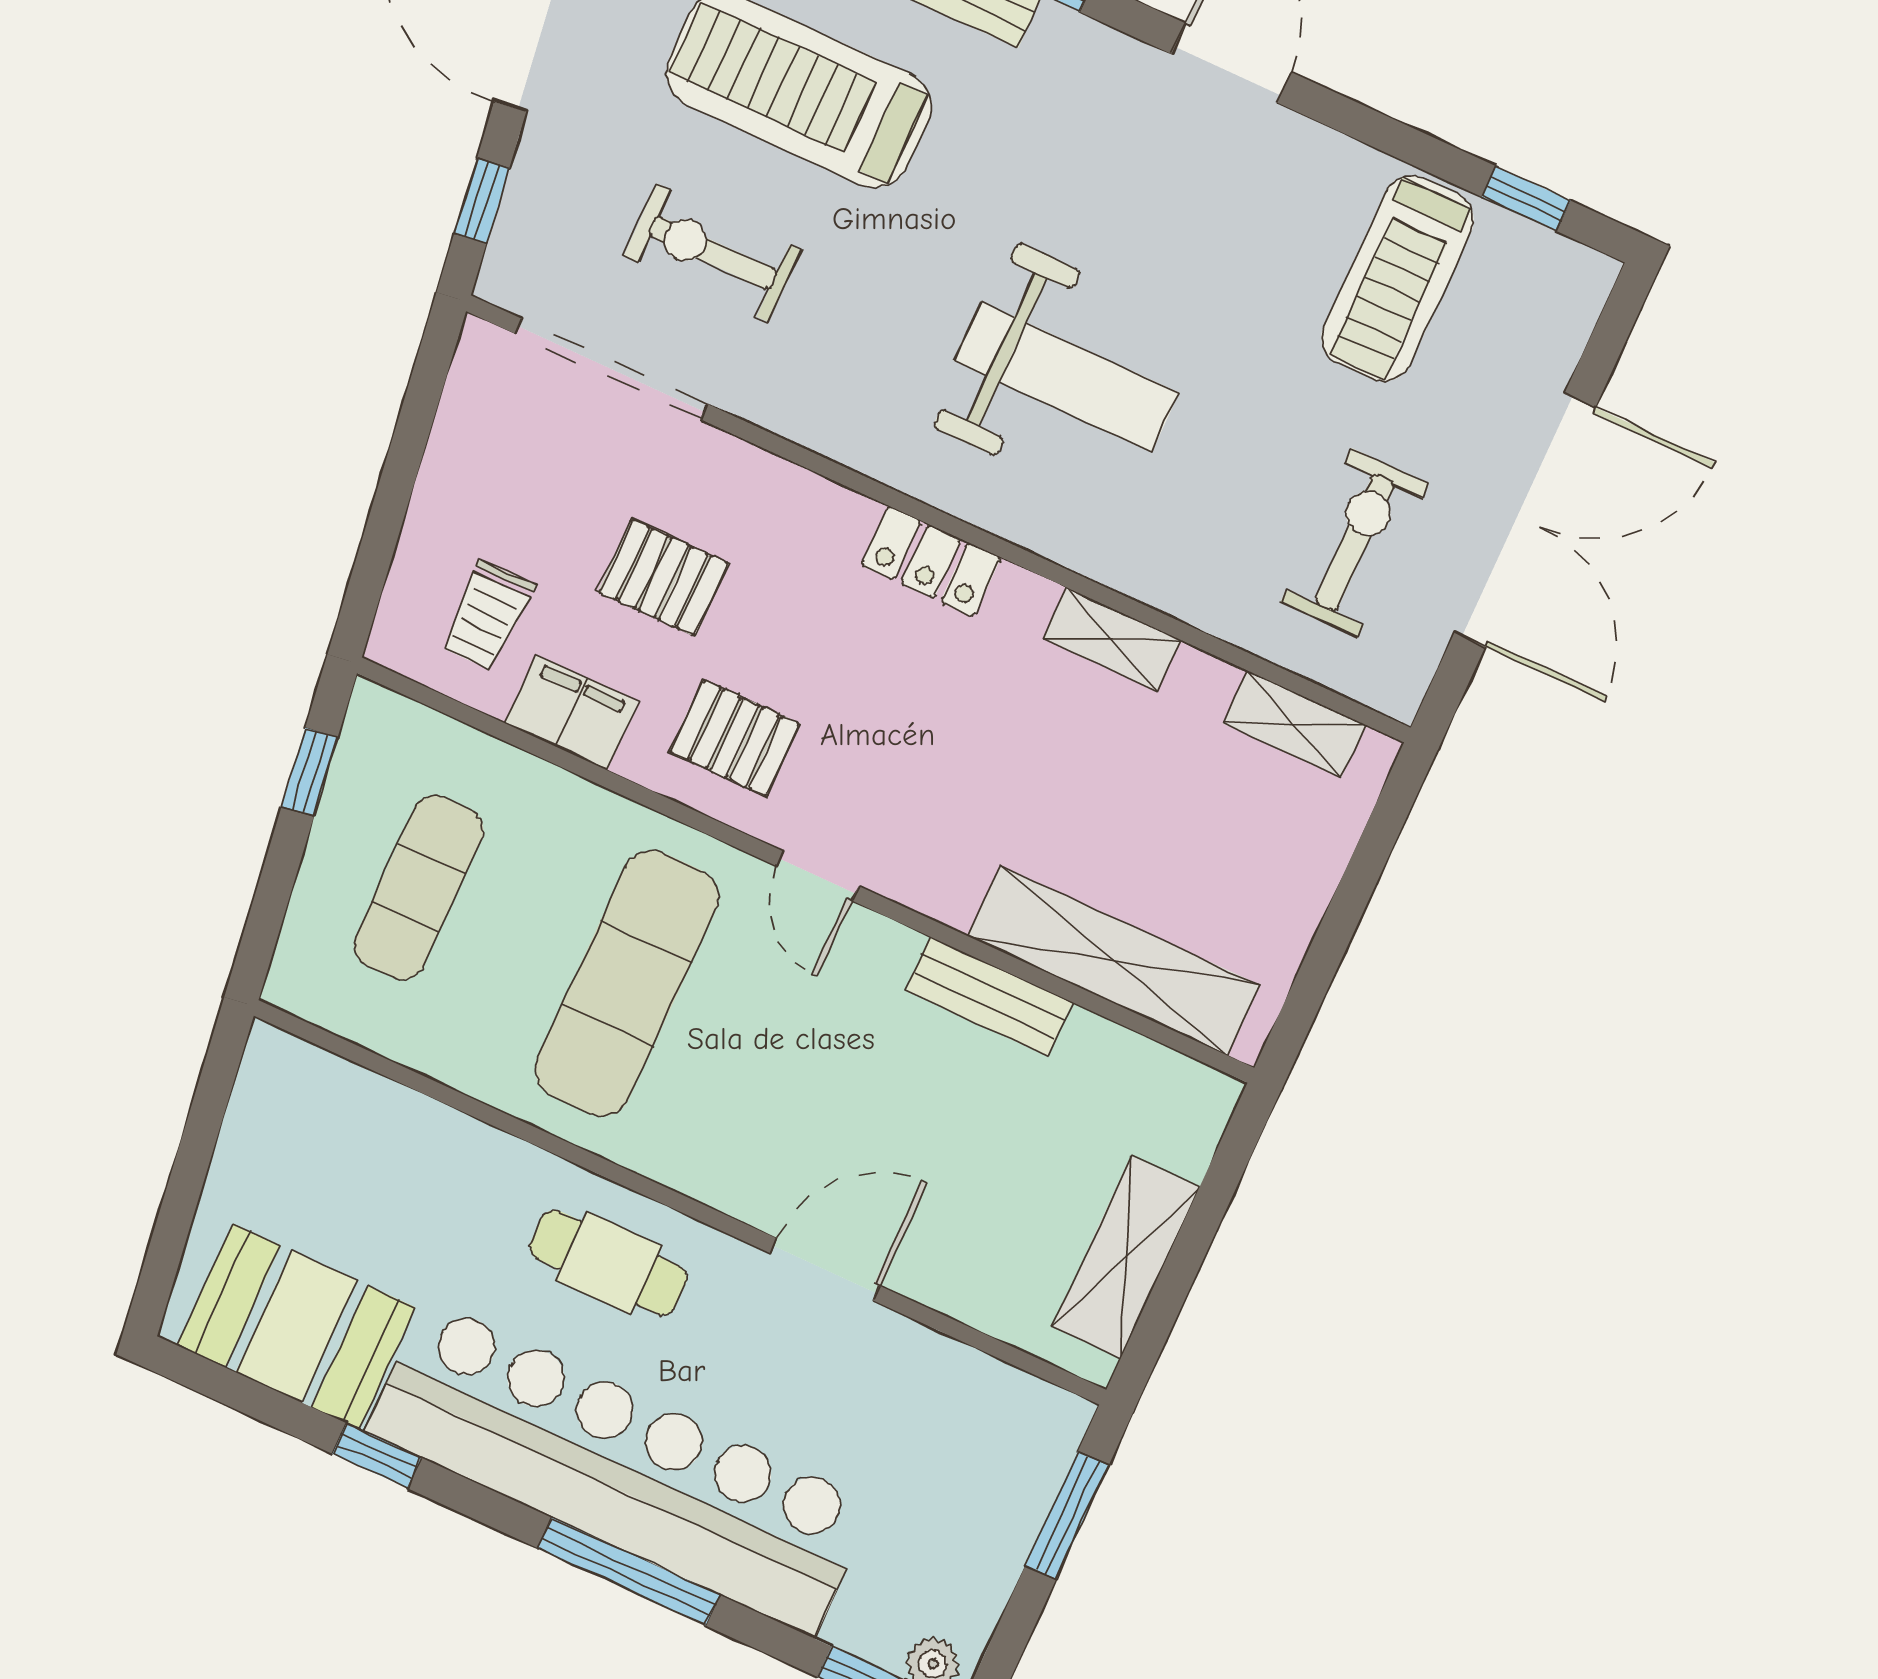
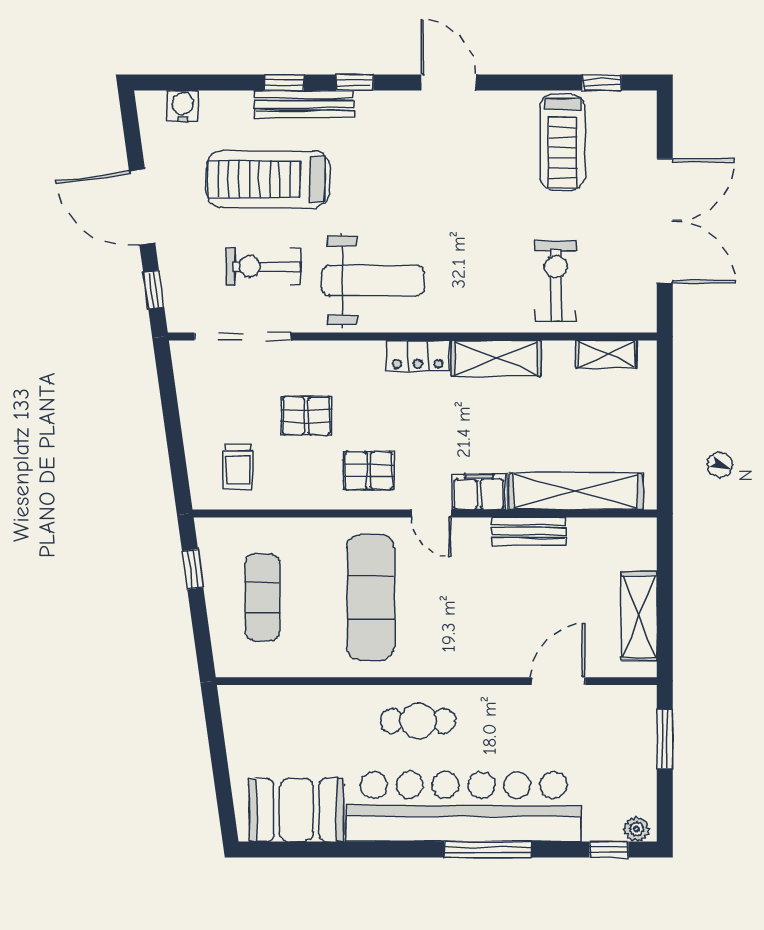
weight bench: (1066, 377) -> (373, 281), moved
exercise bike: (1355, 543) -> (556, 281), moved
shelving: (1112, 639) -> (496, 358), width x1.50, depth x1.33
filing cabinet: (571, 712) -> (479, 492), moved
door: (825, 1269) -> (558, 681), moved
window: (377, 1456) -> (357, 850), removed

